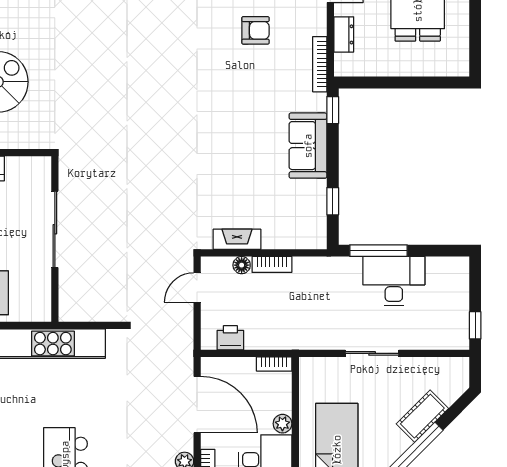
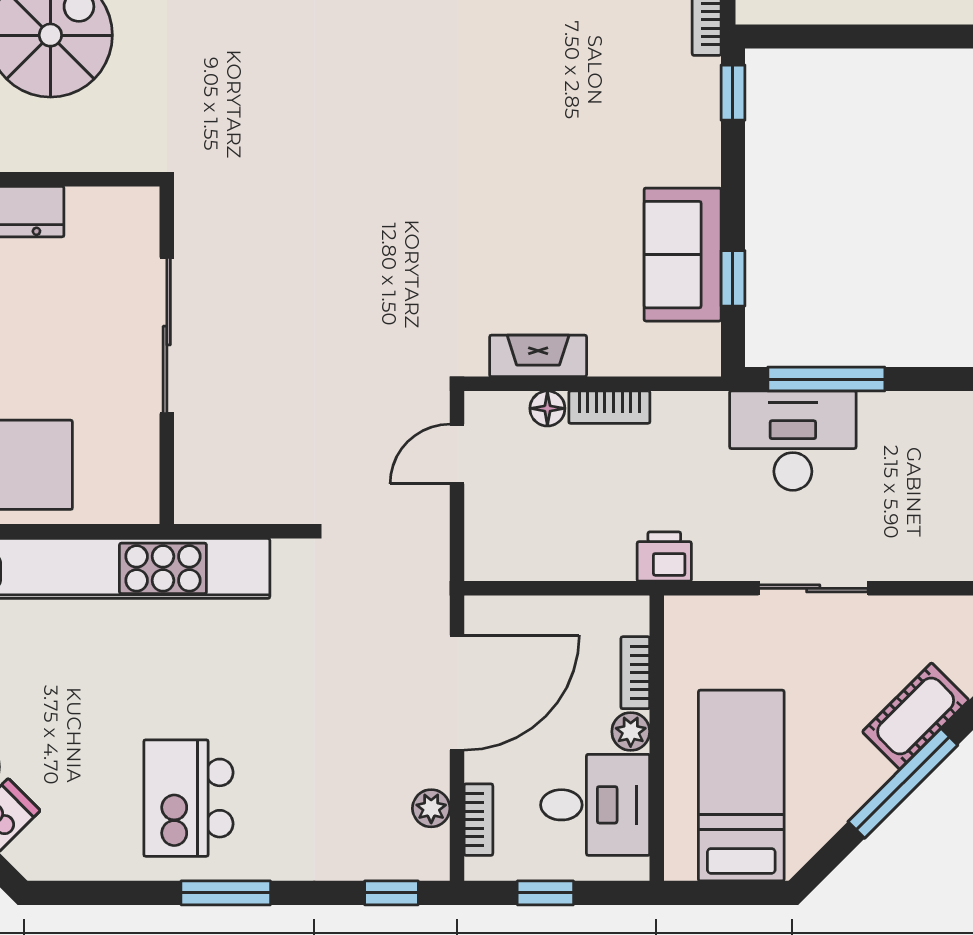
sofa: (308, 146) -> (683, 255), moved
desk: (394, 281) -> (793, 441), moved
printer: (230, 338) -> (664, 557), moved
bookcase: (274, 364) -> (635, 673), moved, turned 90
door: (197, 405) -> (457, 693), hinge flipped

